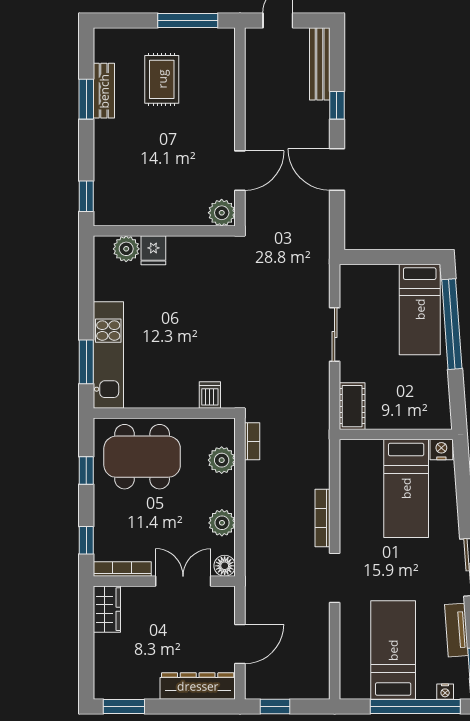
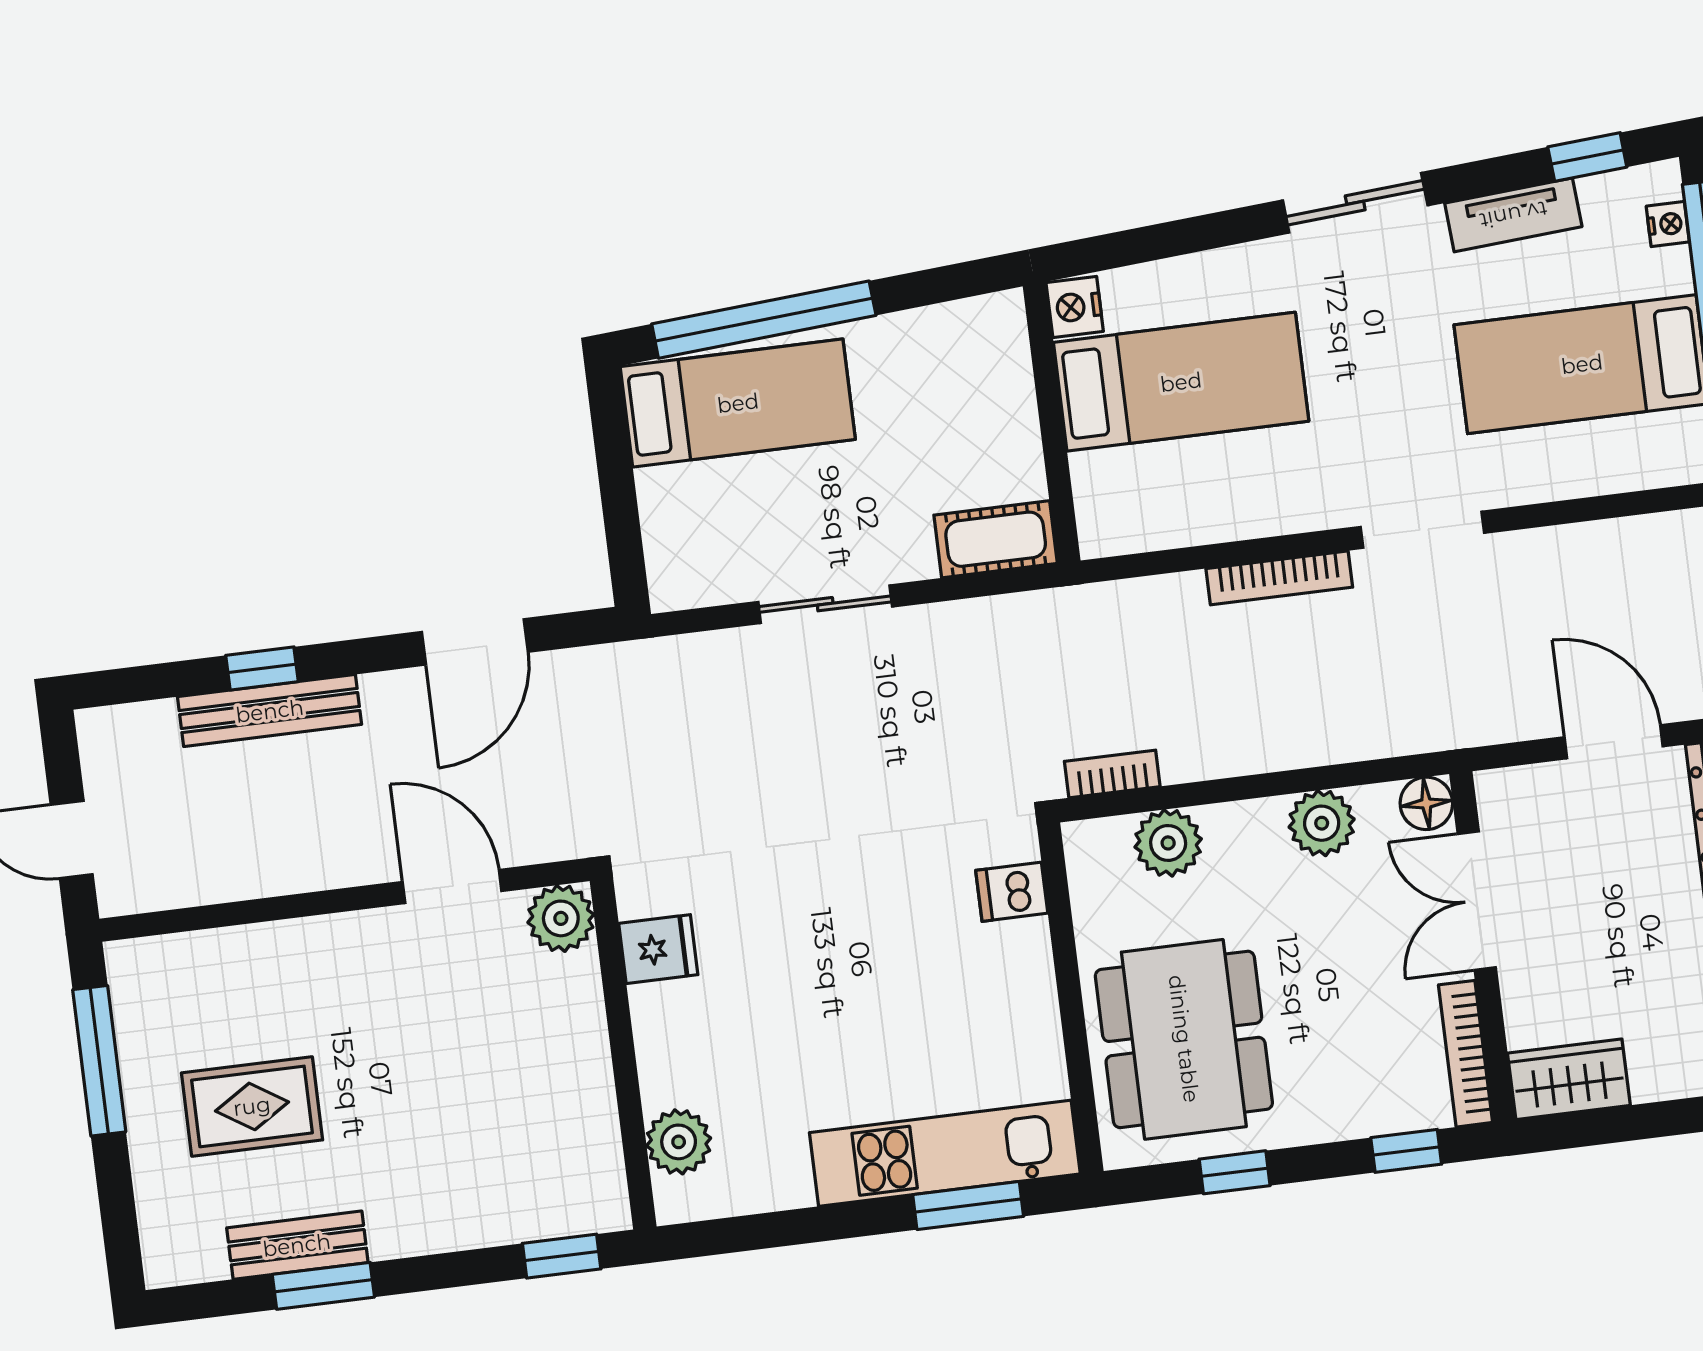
bench: (320, 64) -> (270, 711), moved
door: (337, 170) -> (475, 642), moved
fridge: (153, 250) -> (658, 949), moved

